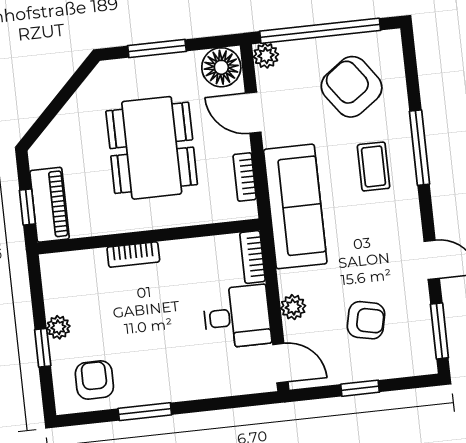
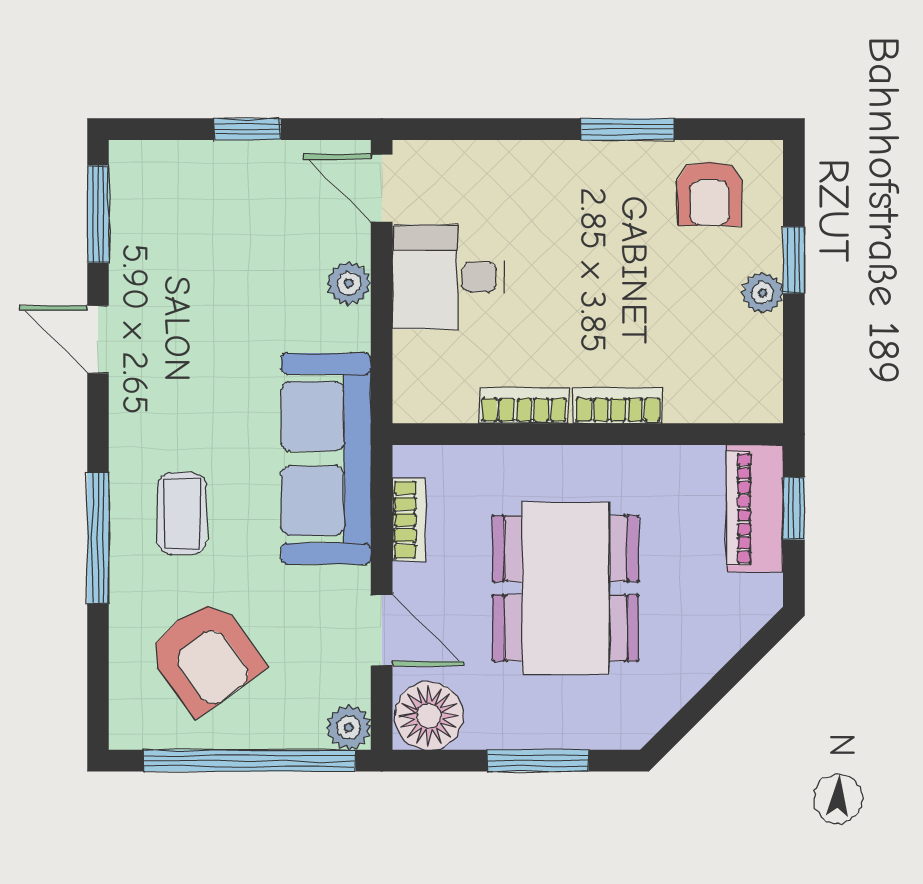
bookcase: (252, 257) -> (524, 405), moved, turned -90
armchair: (366, 320) -> (224, 247), removed

